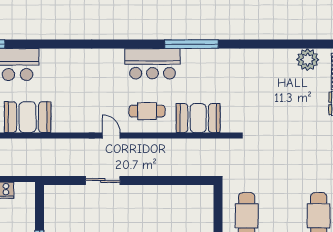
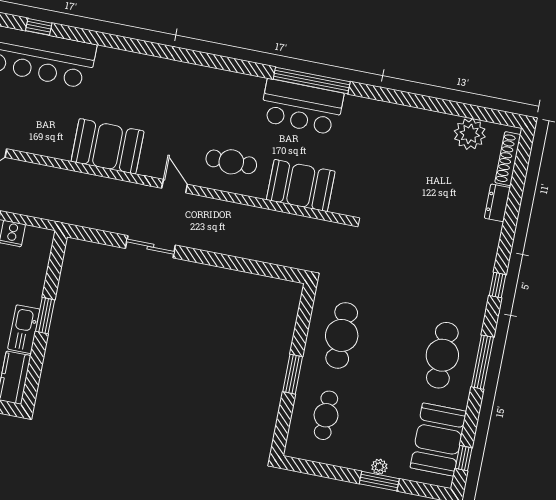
bar counter: (153, 64) -> (302, 107), moved
booth: (28, 117) -> (108, 146), moved

